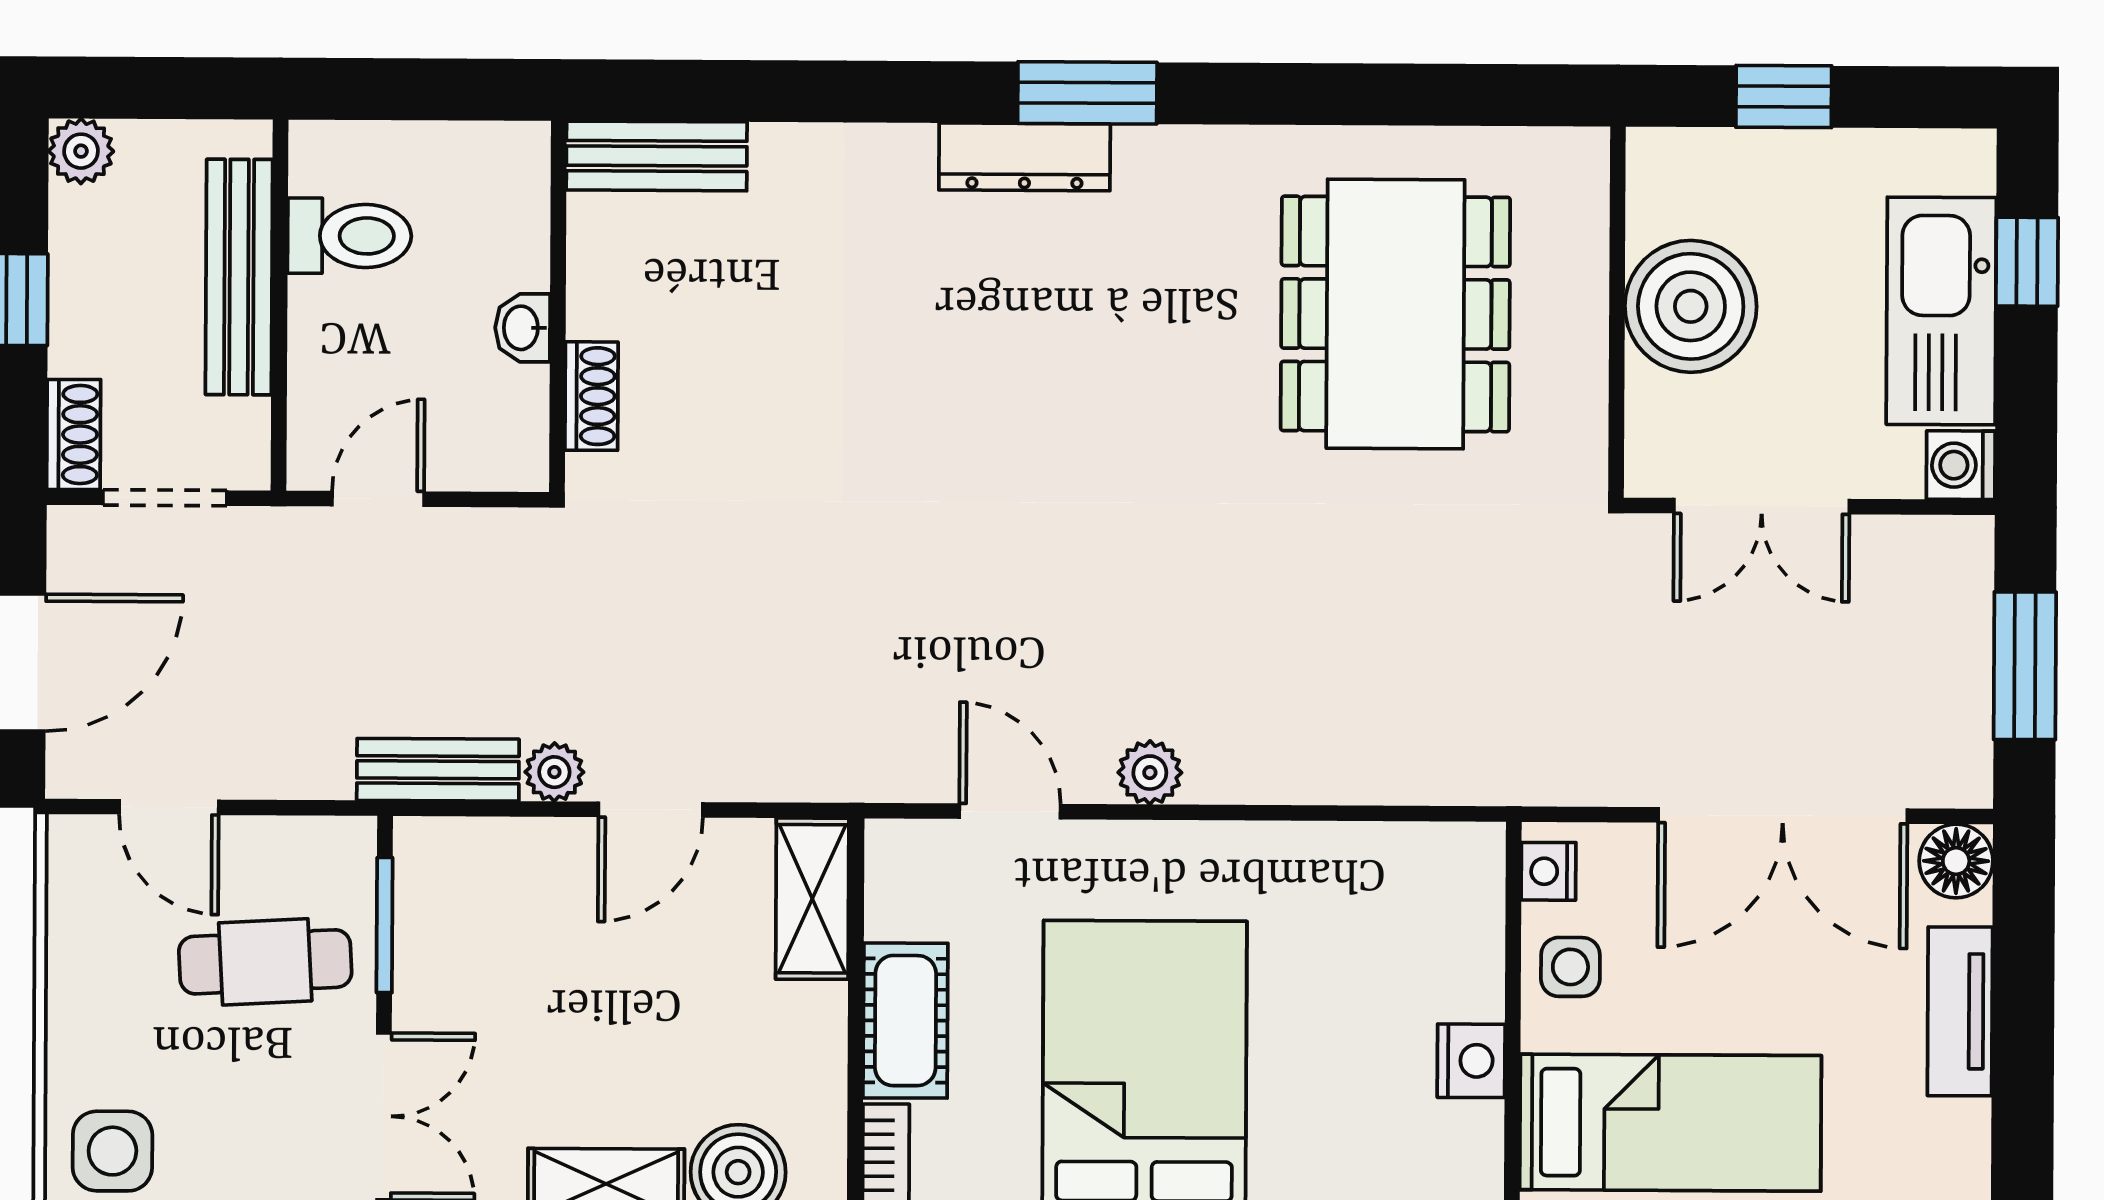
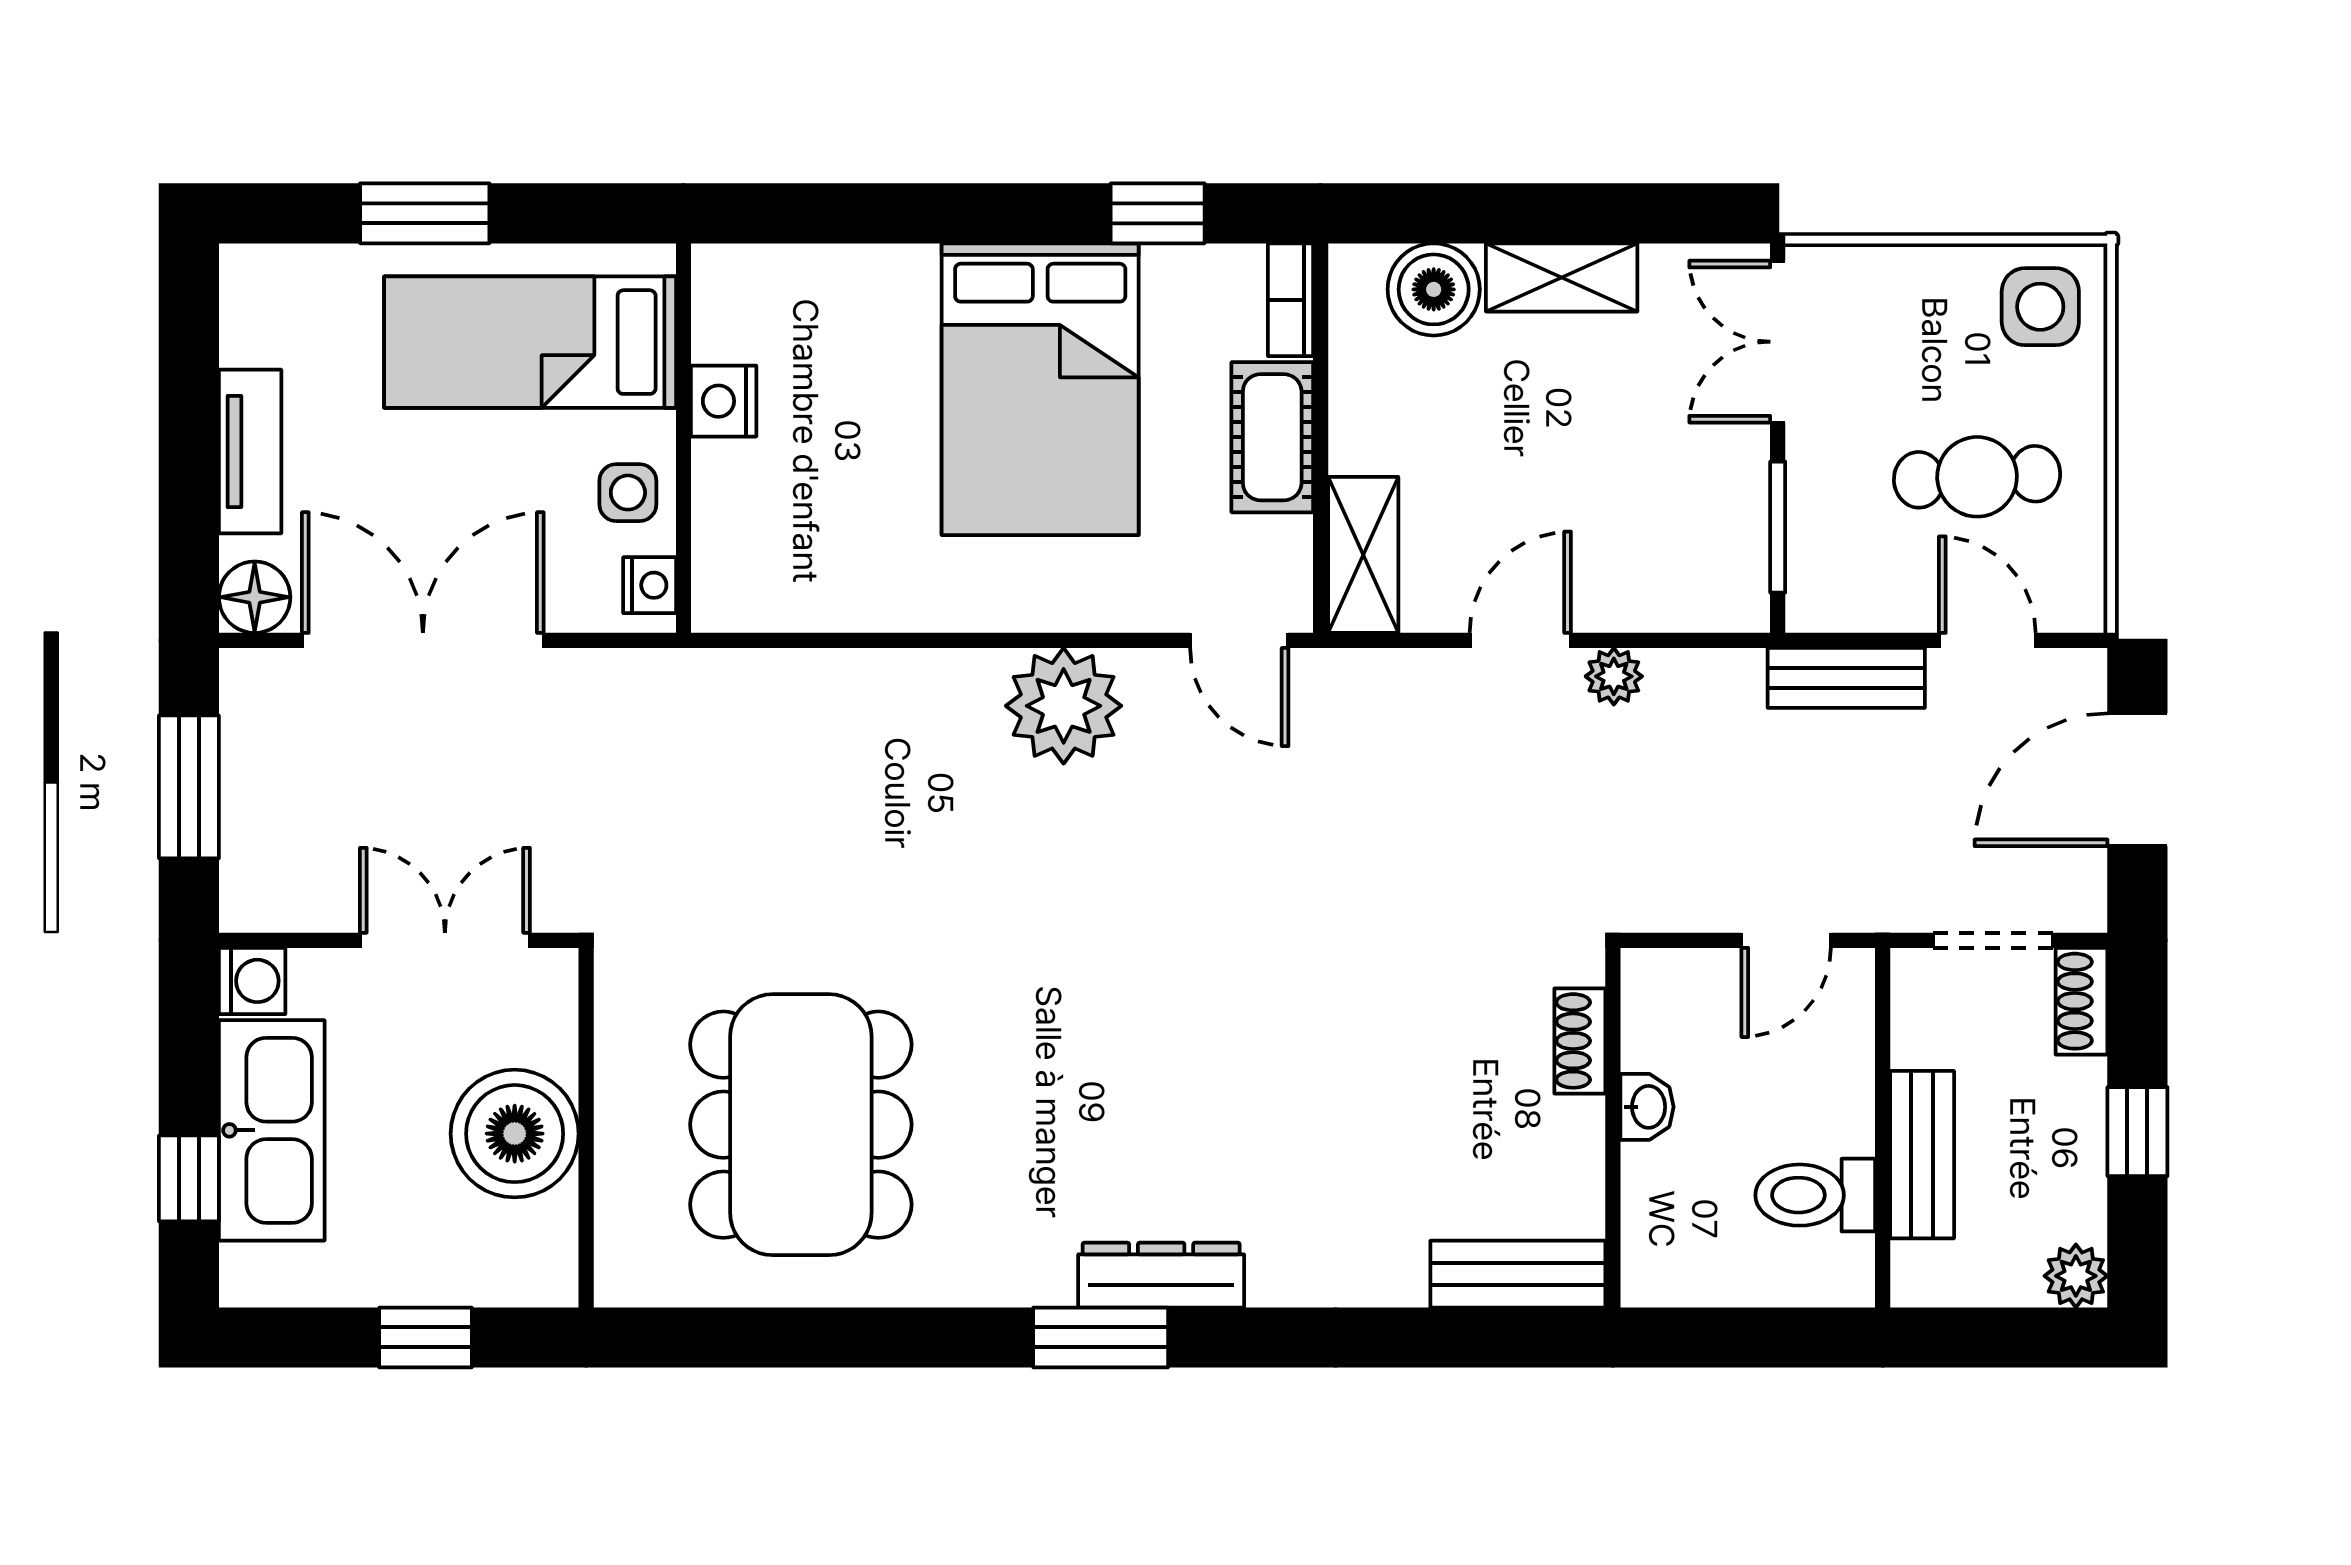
bench: (239, 277) -> (1922, 1155), width x0.73
bench: (438, 770) -> (1846, 678), moved
plant: (1150, 773) -> (1064, 706), width x1.88, depth x1.88
door: (1010, 811) -> (1239, 640), moved
cafe table: (265, 962) -> (1977, 477), moved

